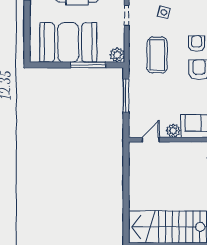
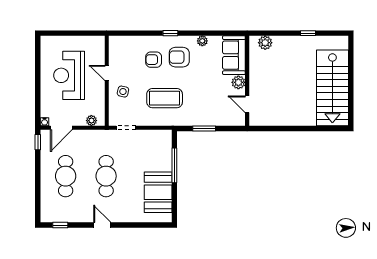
booth: (68, 42) -> (158, 192), width x0.73, depth x0.70
plant: (117, 55) -> (165, 137), removed
window: (126, 96) -> (204, 128), width x0.69

